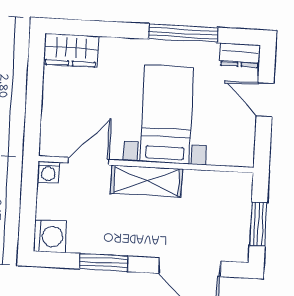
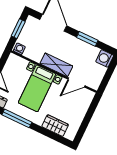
wardrobe: (71, 50) -> (55, 126), moved
washing machine: (48, 172) -> (19, 49), moved

